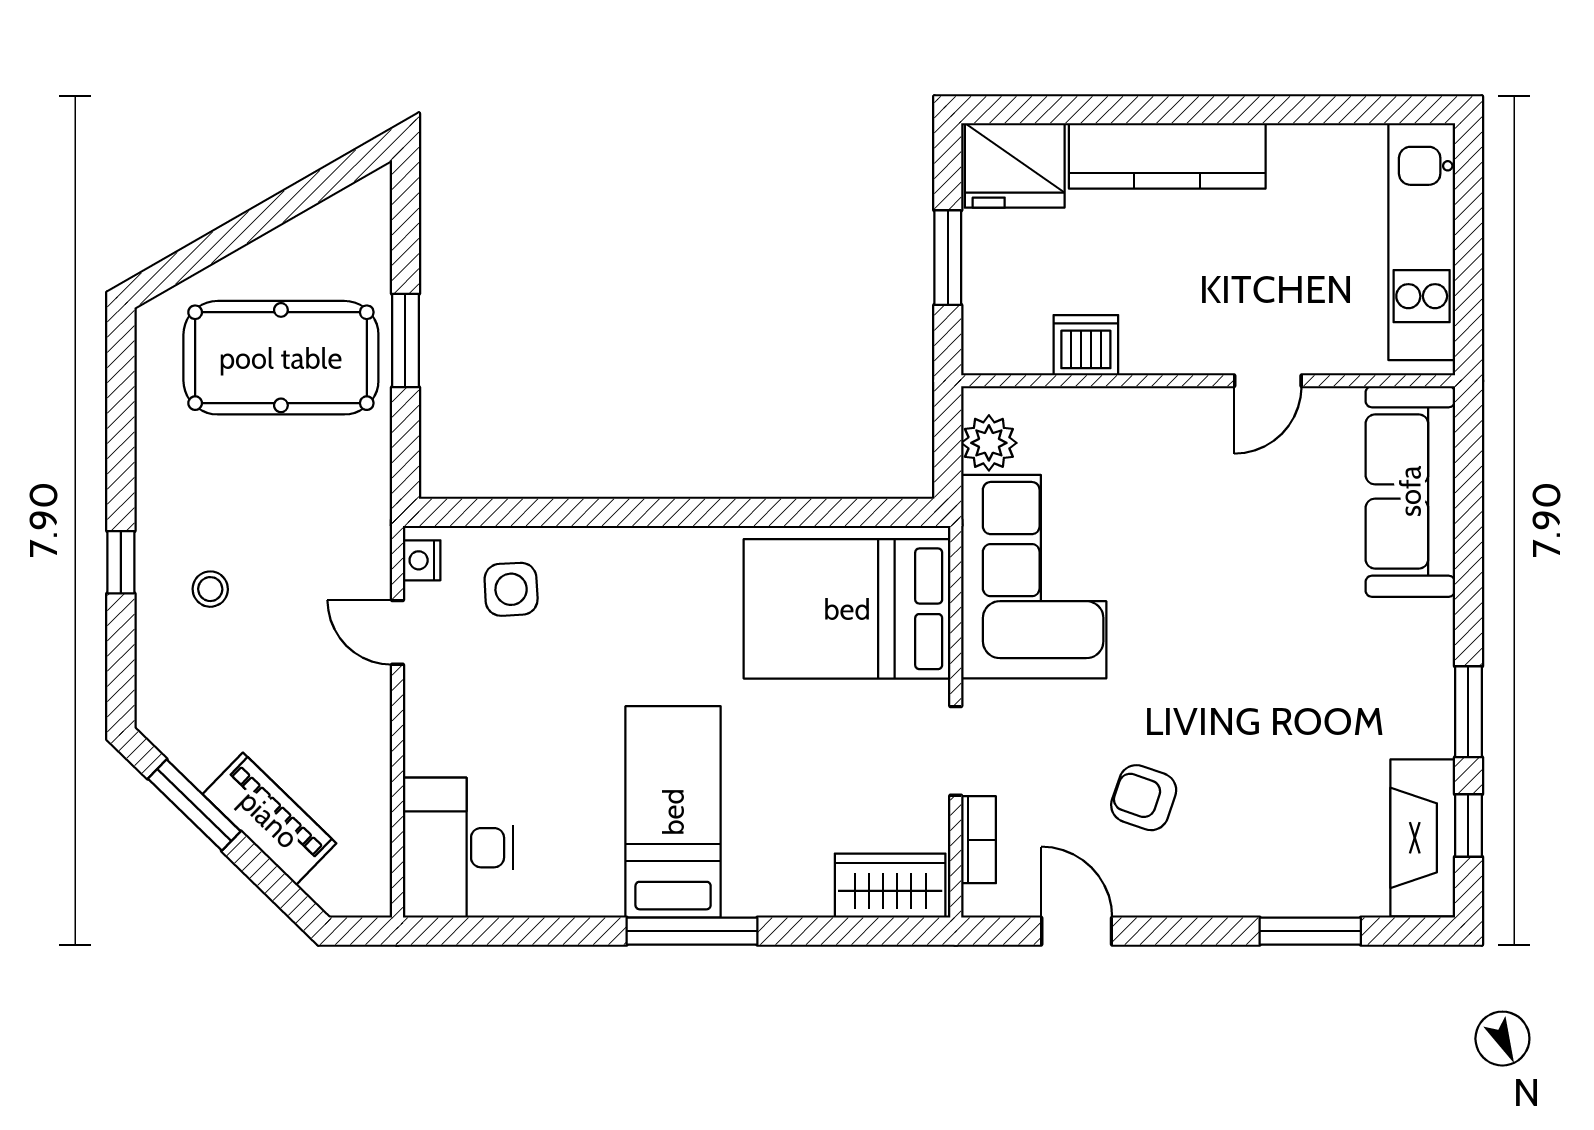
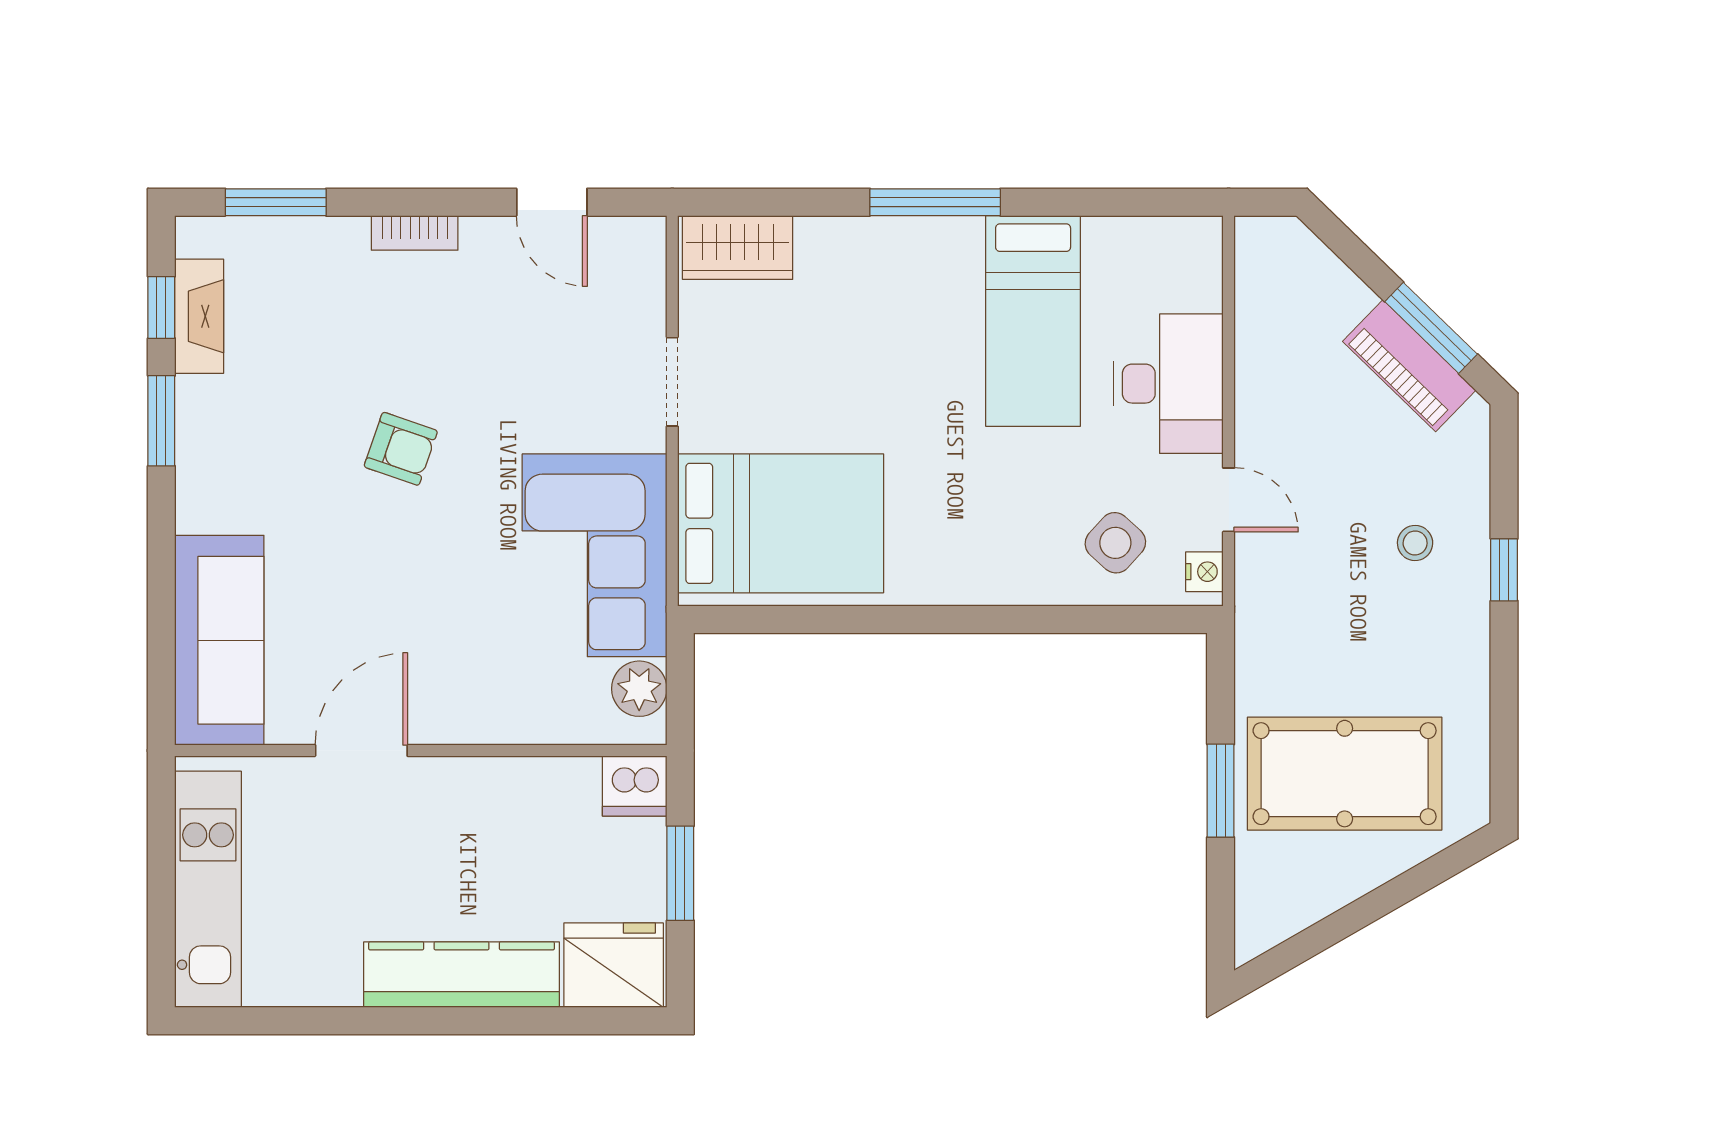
dishwasher: (1086, 345) -> (635, 786), moved
door: (1268, 381) -> (361, 750), width x1.38
side table: (511, 589) -> (1115, 543), turned 45
armchair: (1144, 798) -> (401, 449), moved
bed: (673, 812) -> (1033, 321), moved
piano: (269, 819) -> (1409, 366), moved
fireplace: (1423, 838) -> (199, 316), width x0.73, depth x0.76
bookcase: (979, 840) -> (415, 233), moved, turned -90
desk: (458, 848) -> (1168, 384), moved
window: (1310, 931) -> (276, 202), moved

